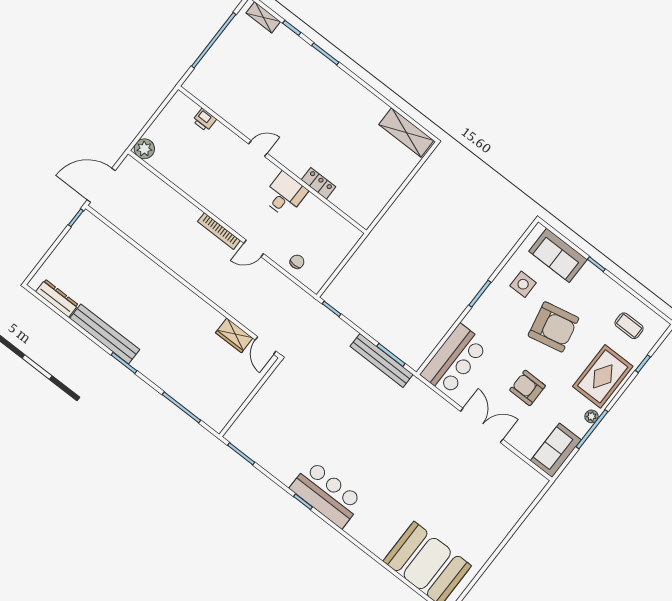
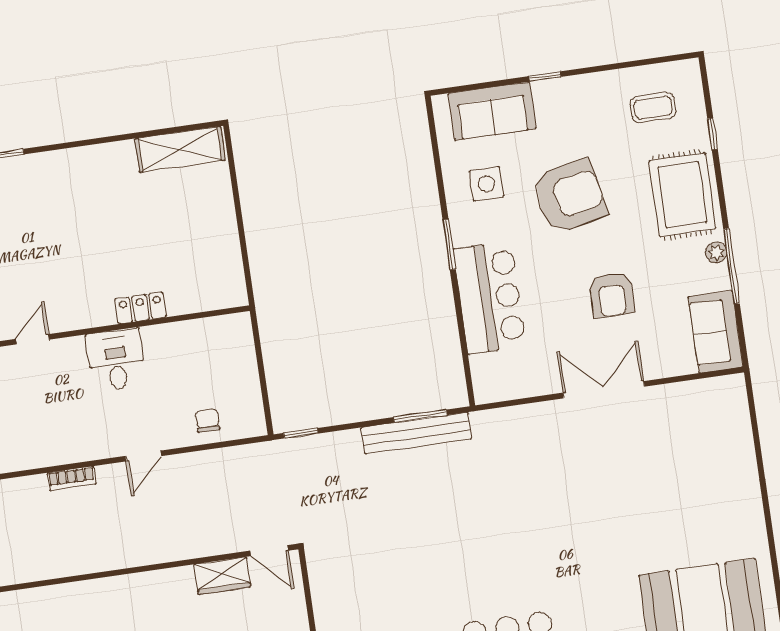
bookcase: (219, 231) -> (71, 479), width x0.64
bar counter: (454, 360) -> (490, 298), moved
armchair: (528, 388) -> (612, 295), turned -90

